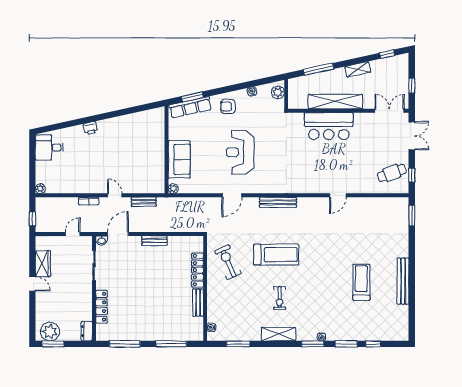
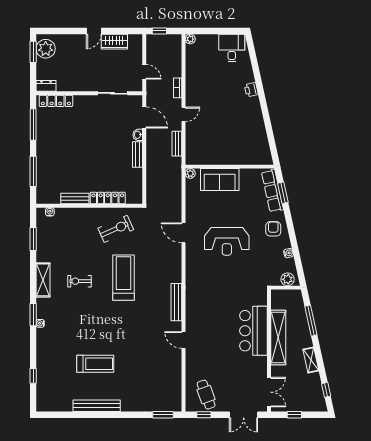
reception desk: (240, 152) -> (227, 241), turned 180
bench: (278, 202) -> (176, 302), moved
washbasin: (102, 240) -> (138, 135), moved
treadmill: (276, 255) -> (123, 278), turned 180
locker: (101, 307) -> (56, 101), moved
window: (346, 344) -> (33, 348), removed

